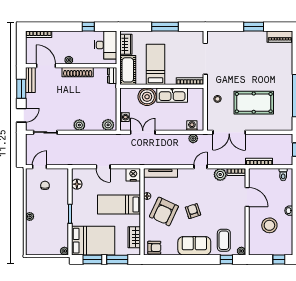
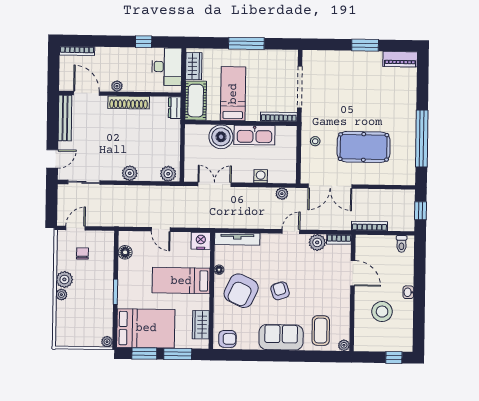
bench: (30, 80) -> (65, 118), width x1.36
window: (21, 89) -> (53, 123), removed
washing machine: (125, 117) -> (190, 164), removed
washing machine: (192, 126) -> (261, 176), moved
plant: (32, 205) -> (64, 279), added
window: (226, 259) -> (324, 356), removed

